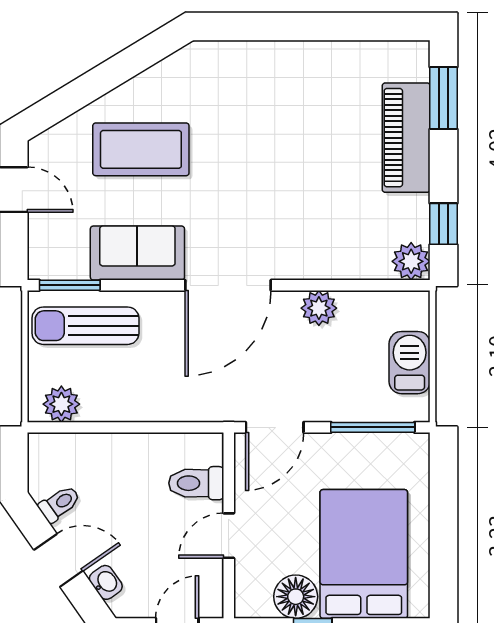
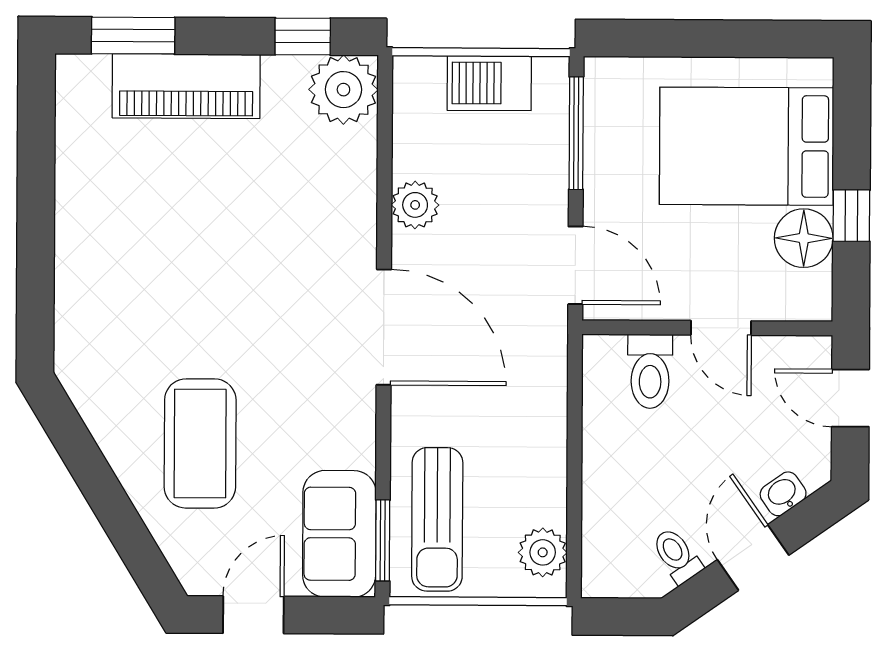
sofa: (137, 253) -> (339, 534), moved
plant: (411, 261) -> (343, 90), width x1.36, depth x1.36

